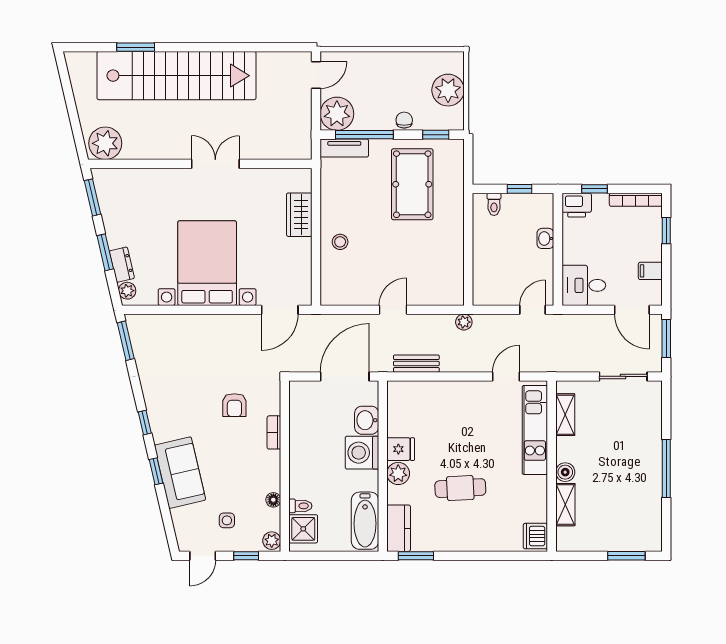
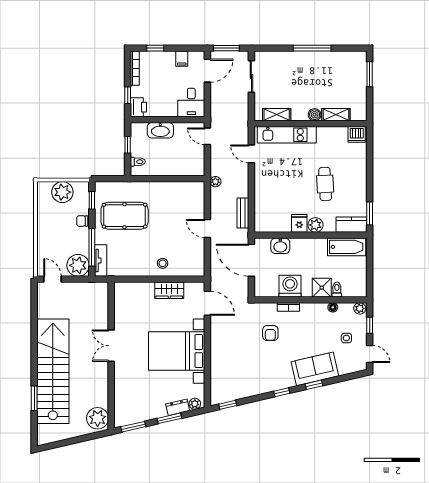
wardrobe: (299, 215) -> (169, 290), moved
washbasin: (545, 238) -> (160, 130), width x1.91, depth x1.45
window: (126, 341) -> (228, 405), width x0.67
armchair: (234, 405) -> (270, 333), turned 90
washing machine: (362, 453) -> (290, 286), moved, turned 180
shower: (303, 529) -> (322, 288), moved

